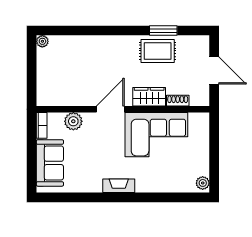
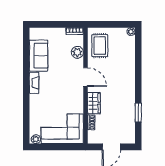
rug: (158, 51) -> (100, 46), moved
corner sofa: (156, 135) -> (62, 129), moved, turned 90
sofa: (50, 163) -> (39, 56), moved, turned -90

